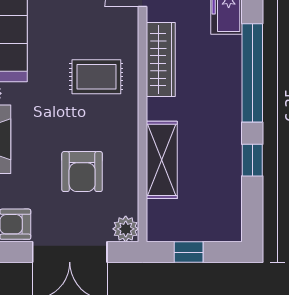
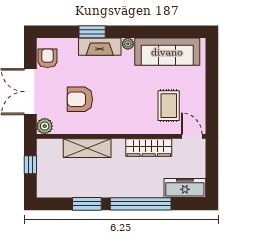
rug: (96, 77) -> (169, 106), moved
window: (252, 160) -> (87, 204), width x1.50

